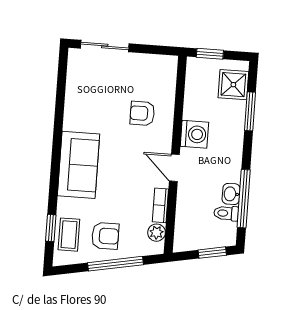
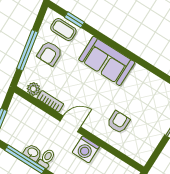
toilet: (226, 213) -> (47, 158), moved

